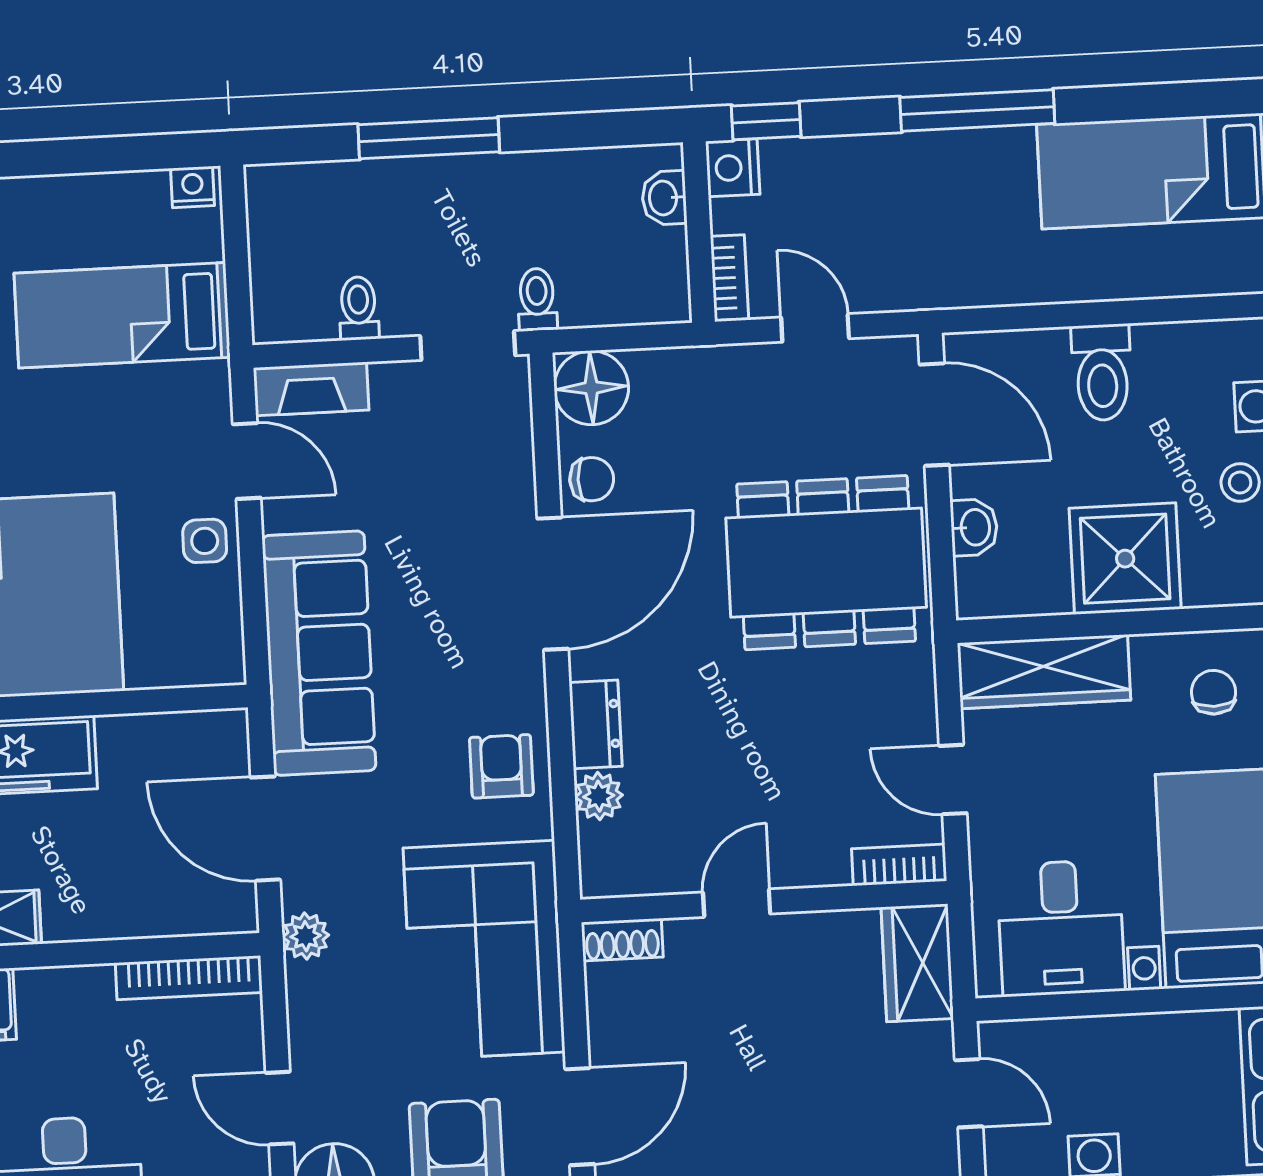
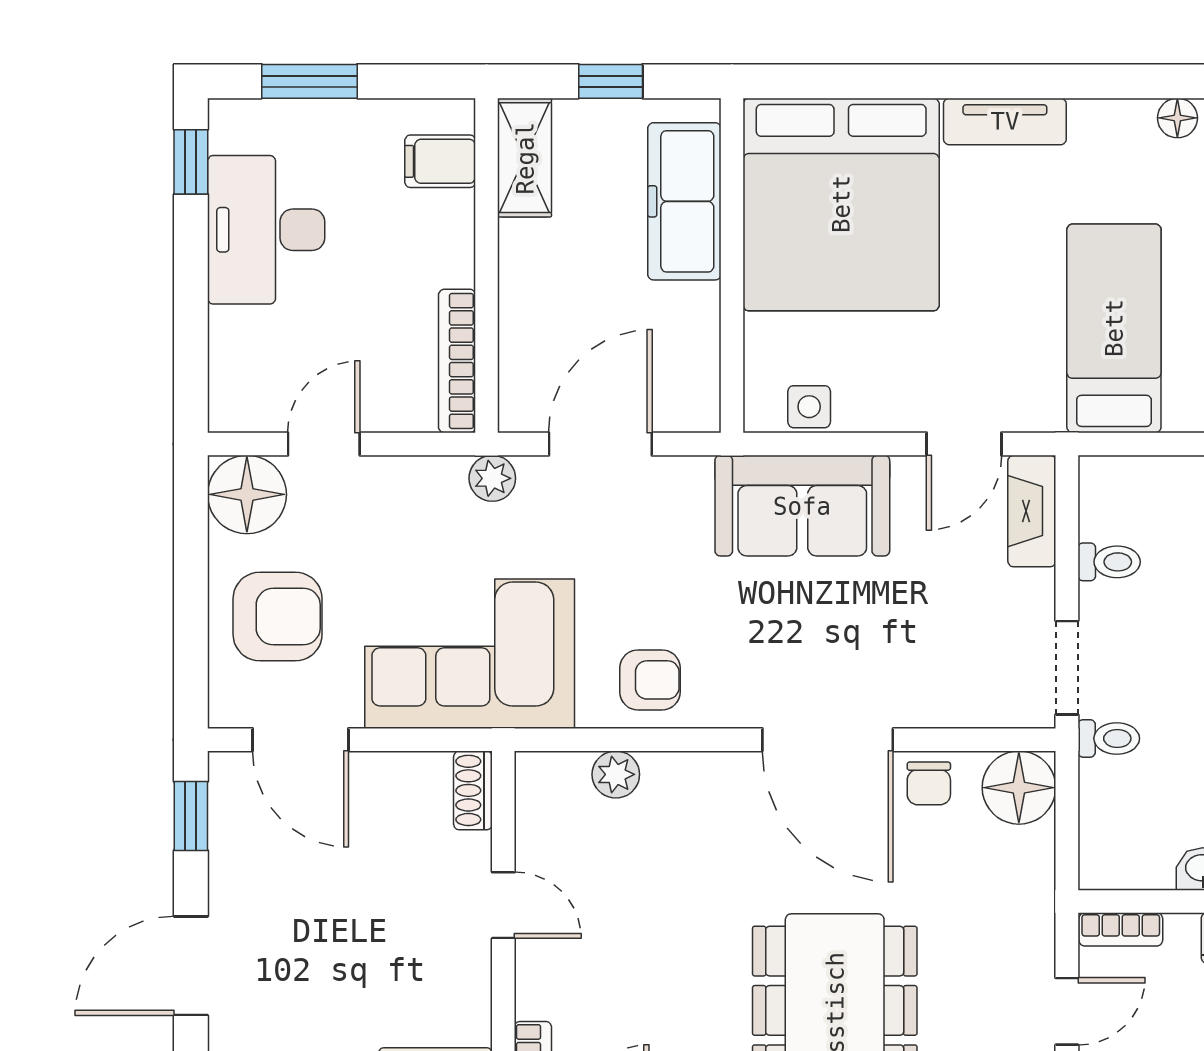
side table: (205, 541) -> (809, 407), moved
sofa: (319, 653) -> (802, 506), width x0.73
dresser: (596, 724) -> (687, 775), removed

